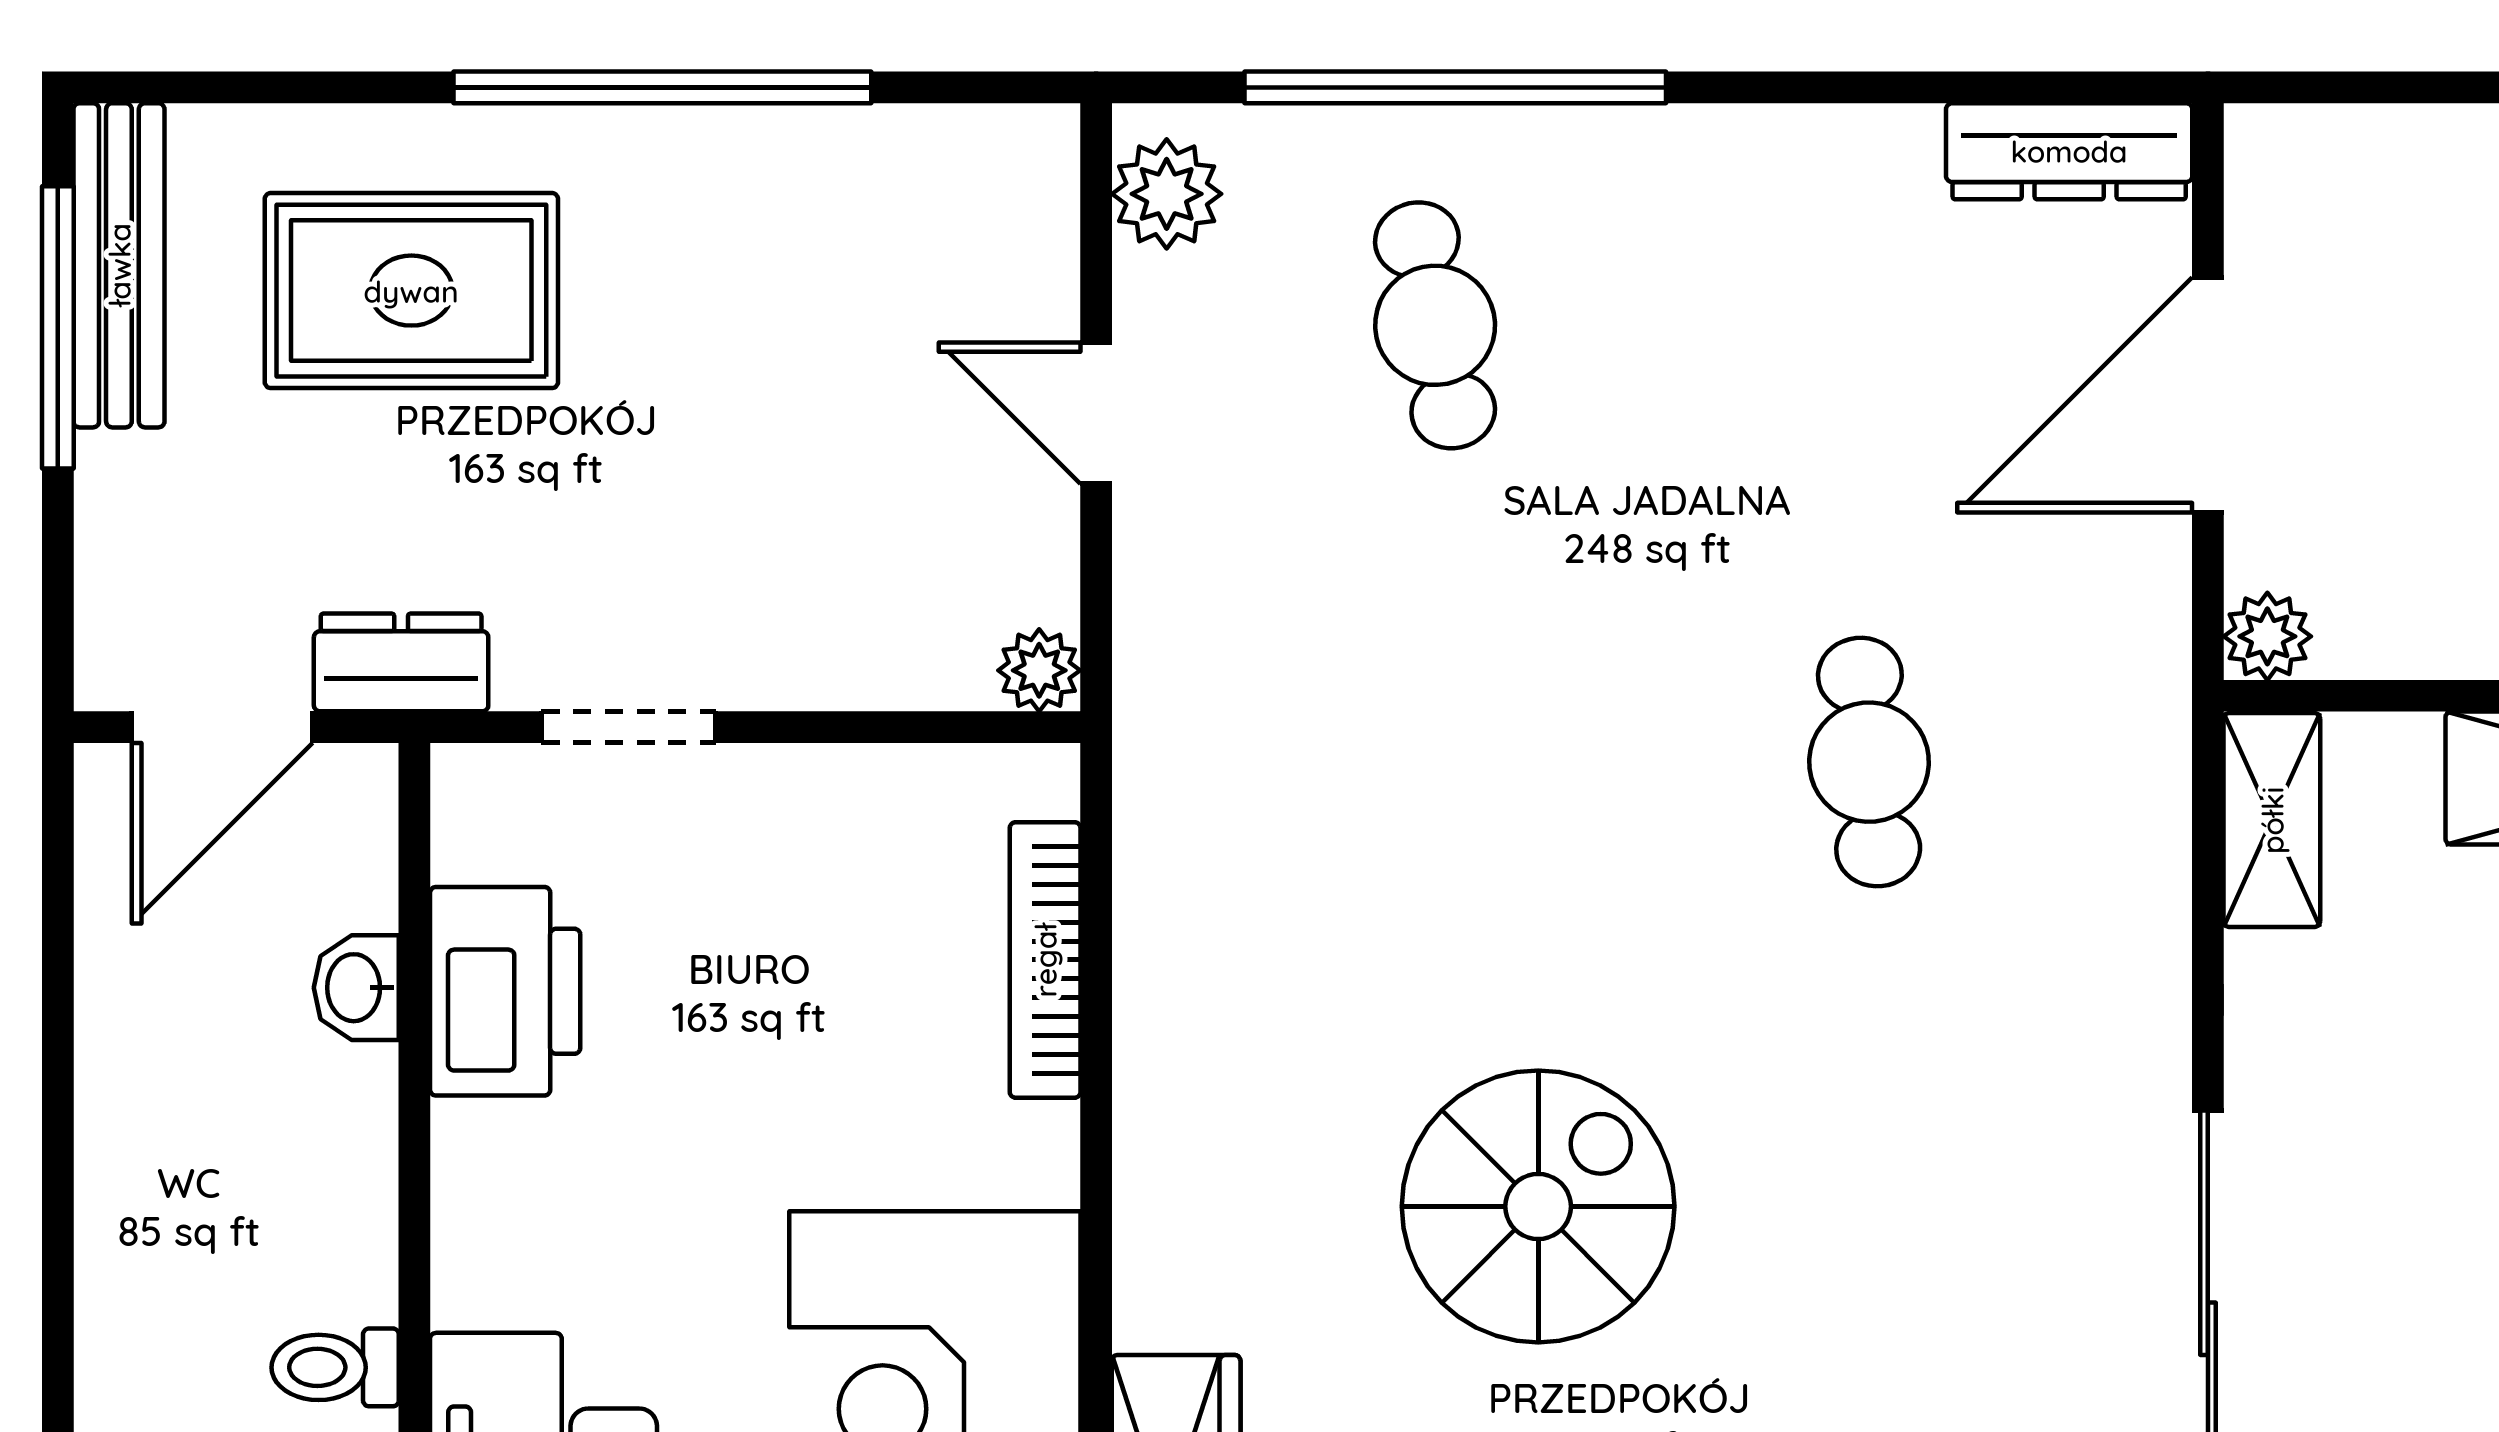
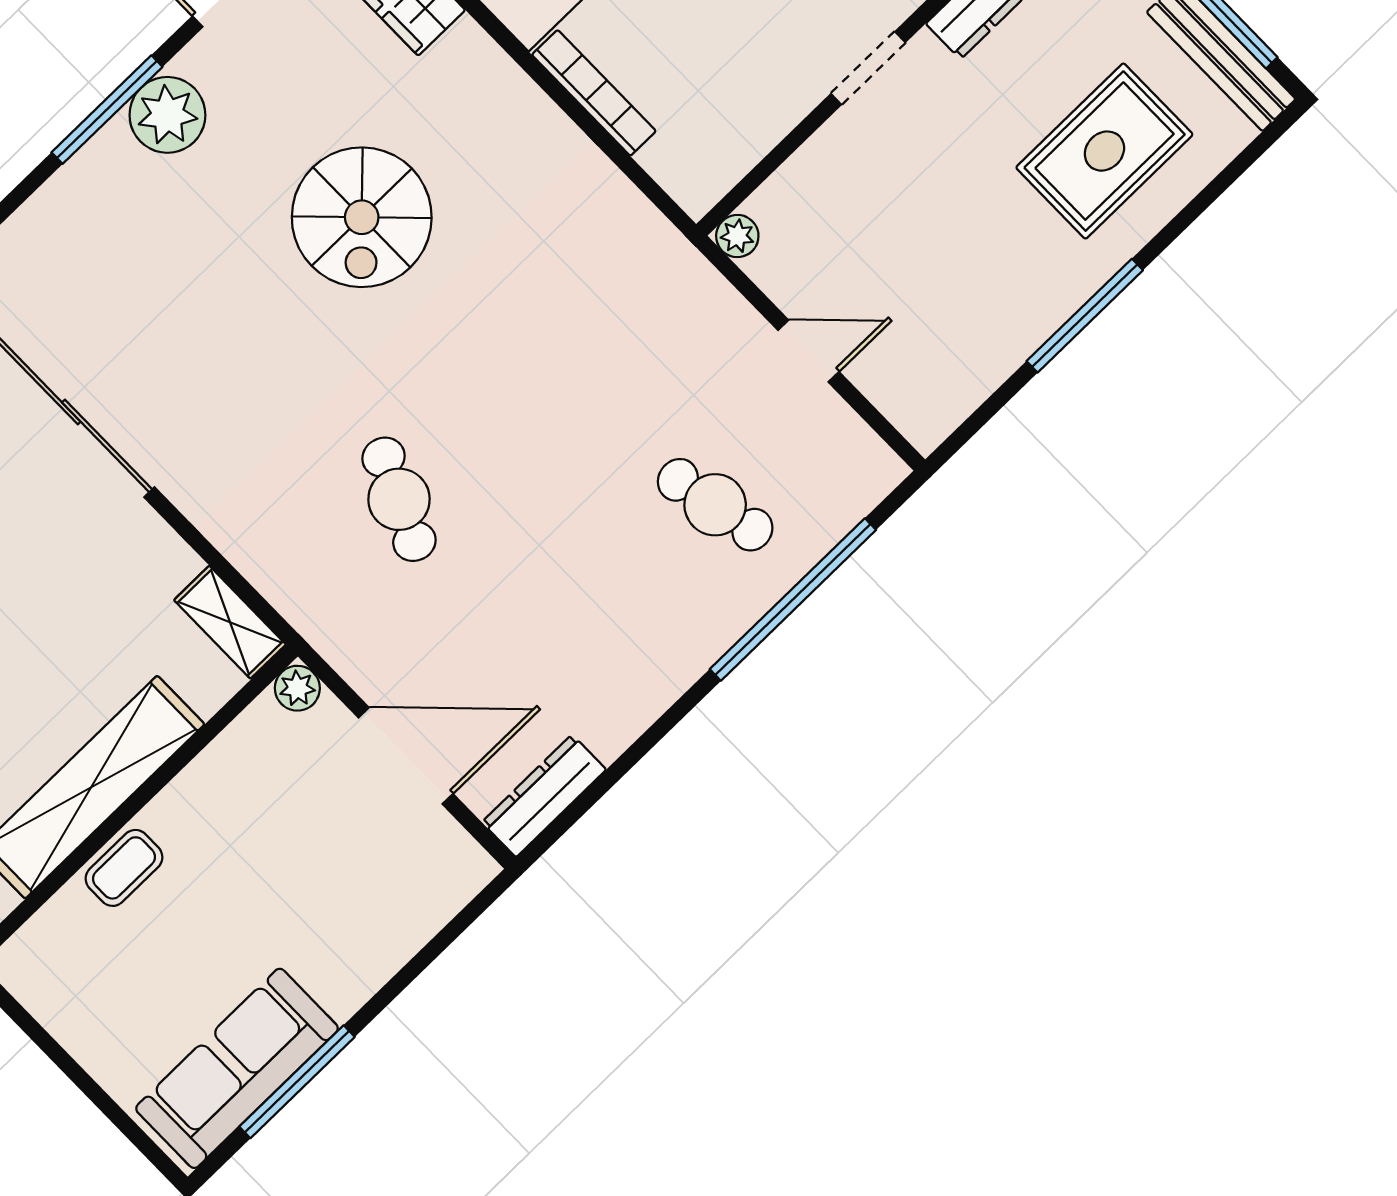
window: (662, 87) -> (1085, 316), width x0.68
plant: (1167, 194) -> (861, 457), removed
door: (2208, 395) -> (406, 756), hinge flipped
cafe table: (1869, 762) -> (399, 499), turned 30
bookcase: (1045, 960) -> (594, 93), moved

